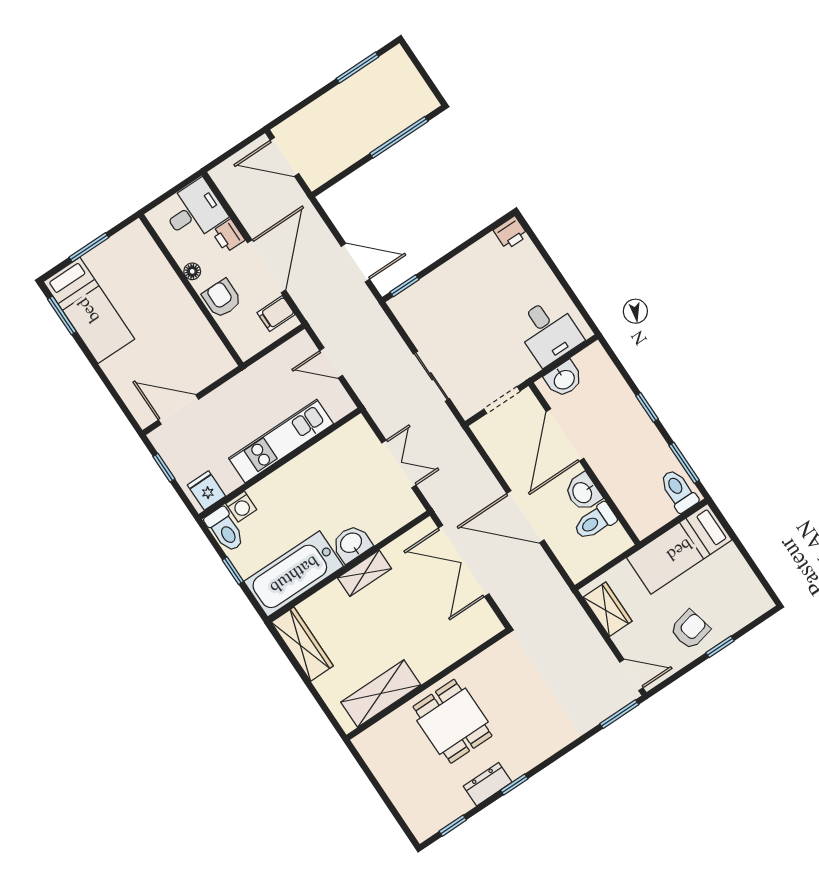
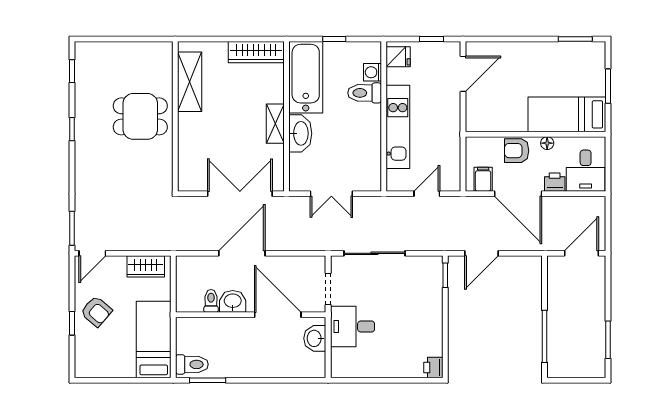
armchair: (222, 298) -> (517, 151), turned 180
bed: (89, 310) -> (567, 114), moved
desk: (549, 331) -> (352, 327), moved
sliding door: (431, 376) -> (374, 253), width x1.37
window: (647, 407) -> (260, 380), removed
toilet: (595, 521) -> (211, 301), width x0.73, depth x0.72
toilet: (225, 530) -> (365, 93), moved
washbasin: (352, 543) -> (300, 133), width x1.38
armchair: (690, 630) -> (96, 311), turned -36
dresser: (488, 784) -> (84, 112), removed

